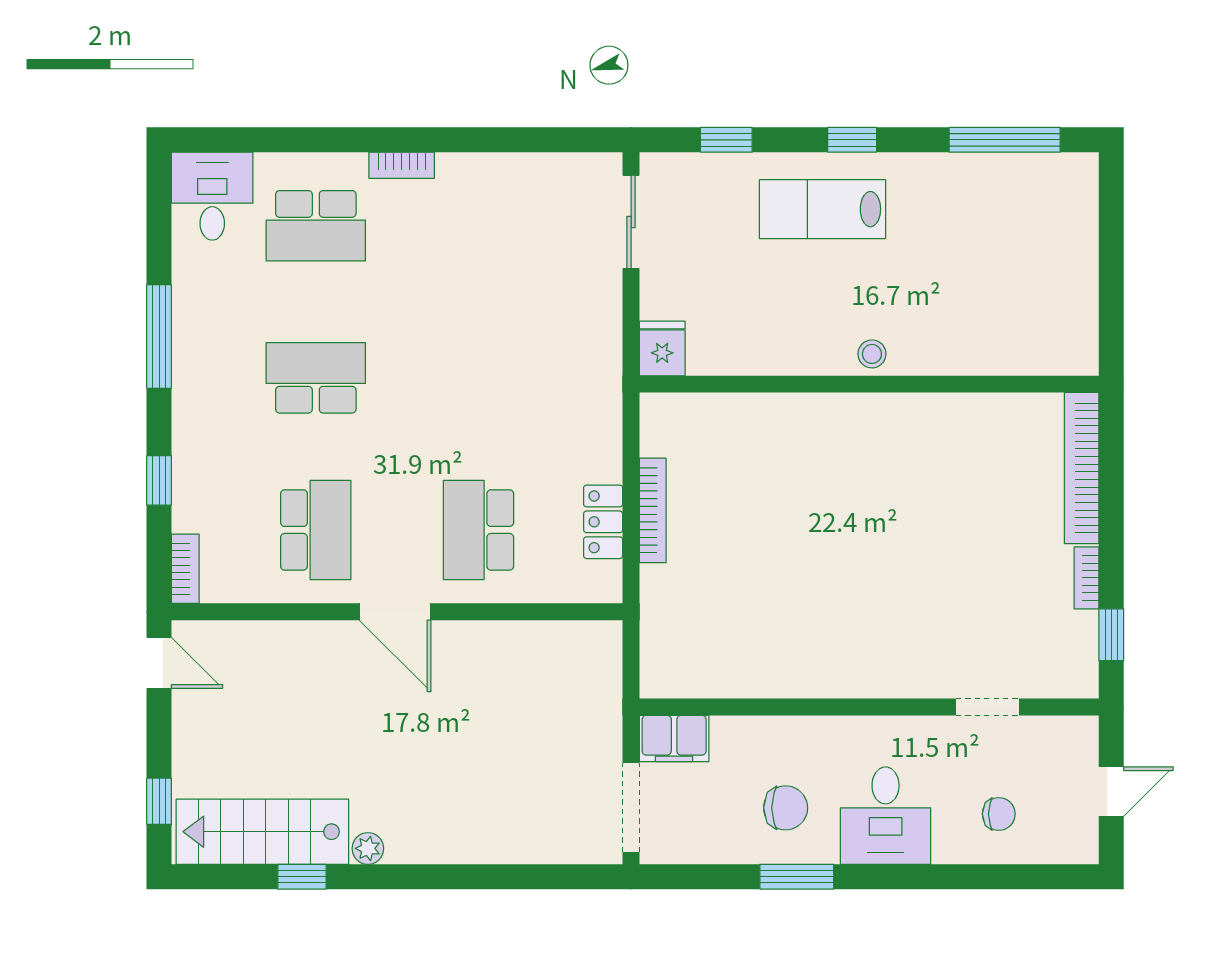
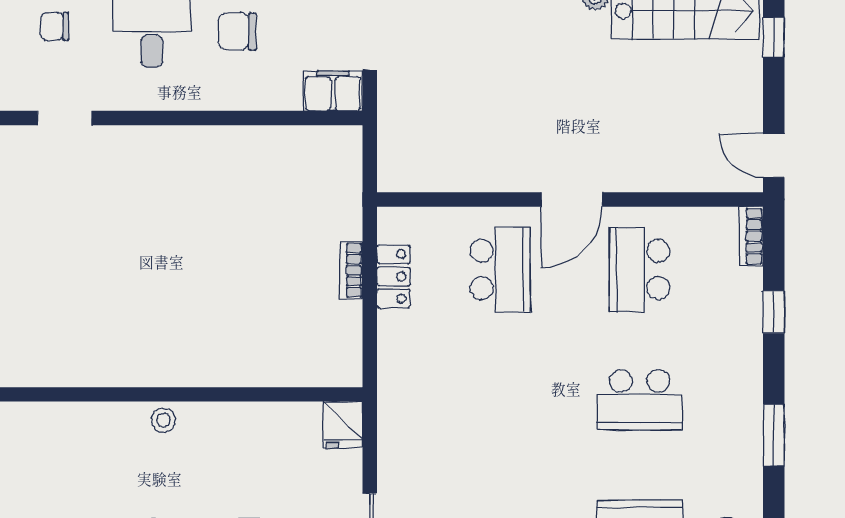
window: (159, 337) -> (774, 435), width x0.69
bookcase: (653, 510) -> (351, 270), width x0.64
door: (395, 612) -> (572, 199), swing flipped

